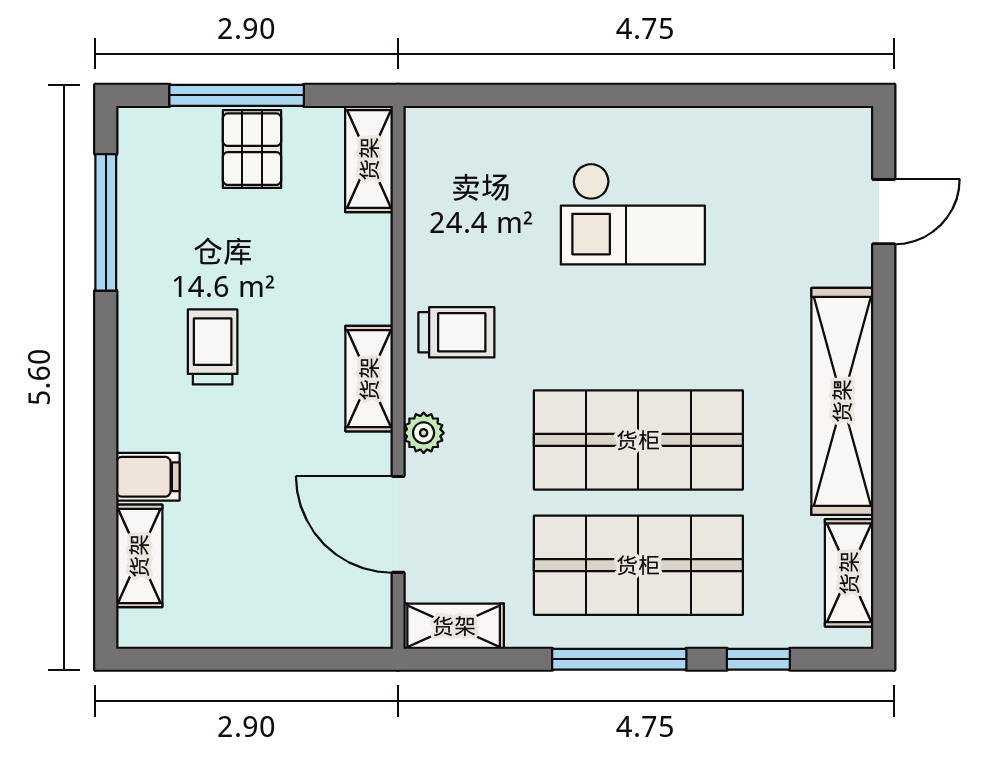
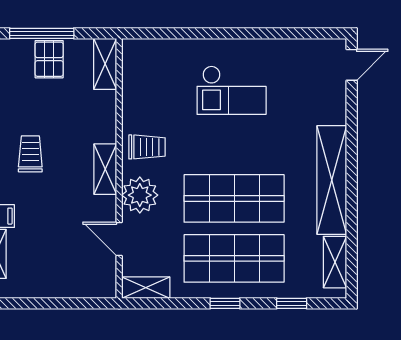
door: (884, 212) -> (352, 65), moved
plant: (424, 433) -> (140, 195), width x1.87, depth x1.87
door: (398, 524) -> (119, 239), width x0.73
window: (619, 659) -> (225, 303), width x0.46

